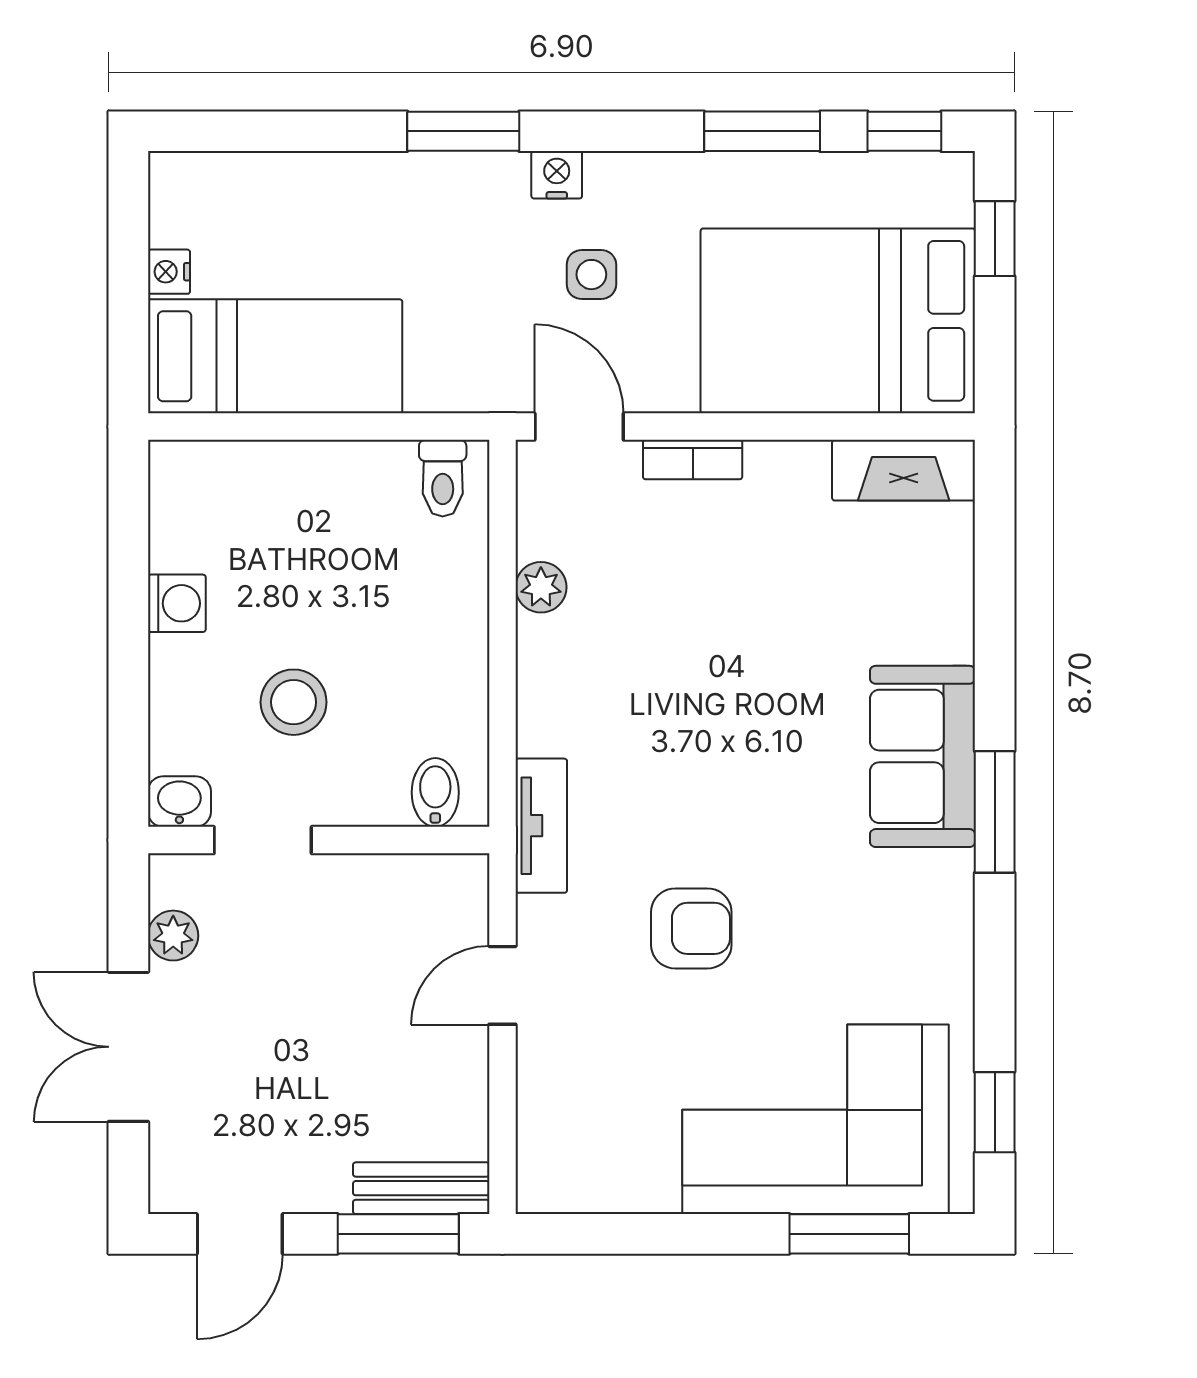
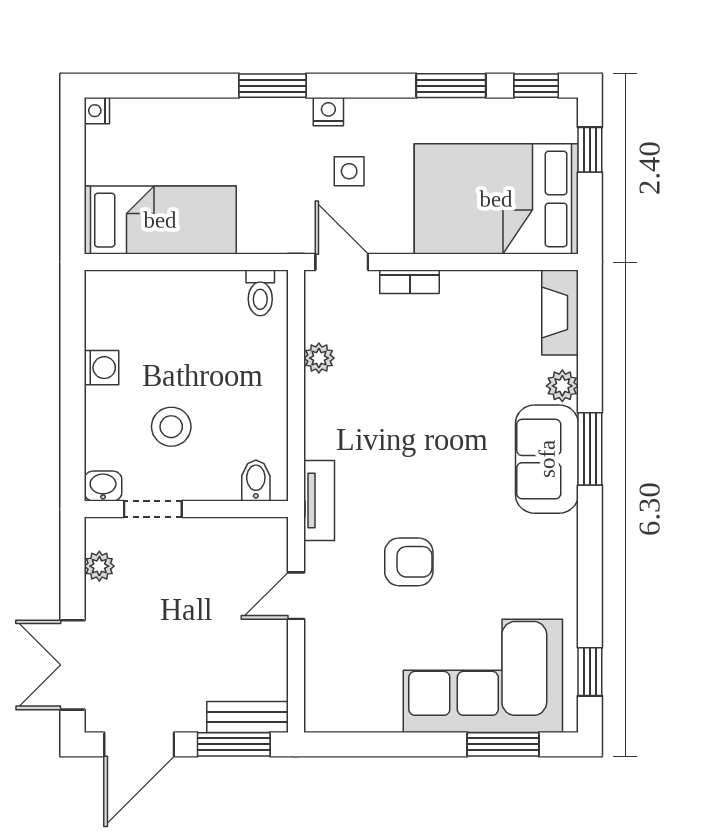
nightstand: (169, 272) -> (97, 111), moved
fireplace: (904, 470) -> (560, 313), moved, turned 90
plant: (948, 634) -> (562, 386), added
window: (995, 812) -> (590, 449), moved
double door: (128, 1047) -> (73, 665), moved
door: (240, 1234) -> (139, 744), width x1.38

